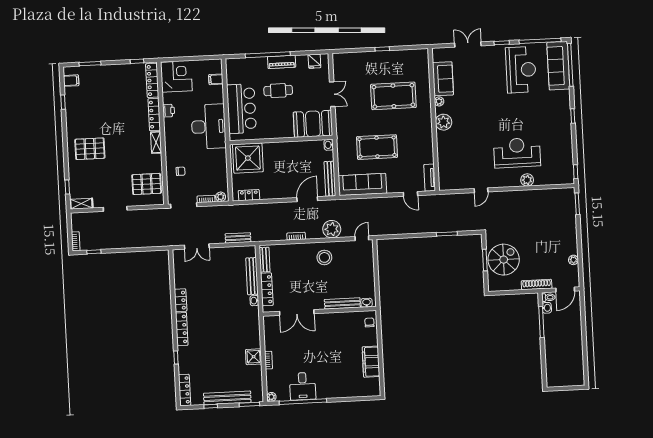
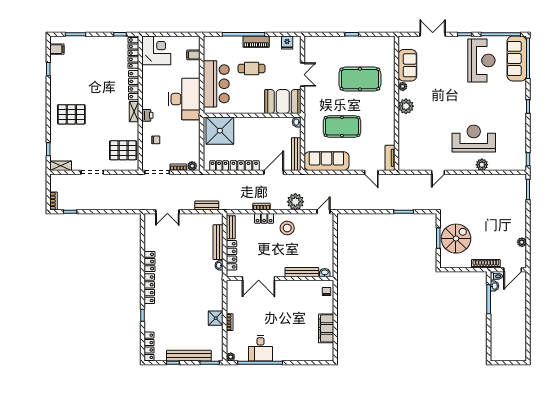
printer: (169, 111) -> (147, 115), moved
locker: (276, 194) -> (245, 166), added
locker: (299, 248) -> (264, 218), added

